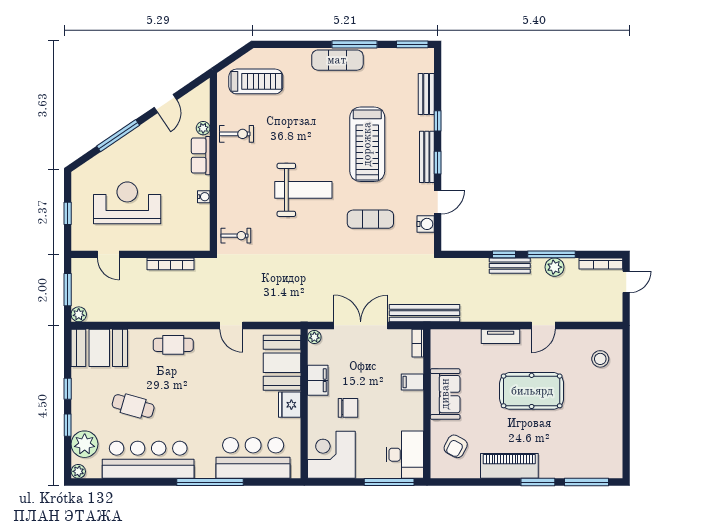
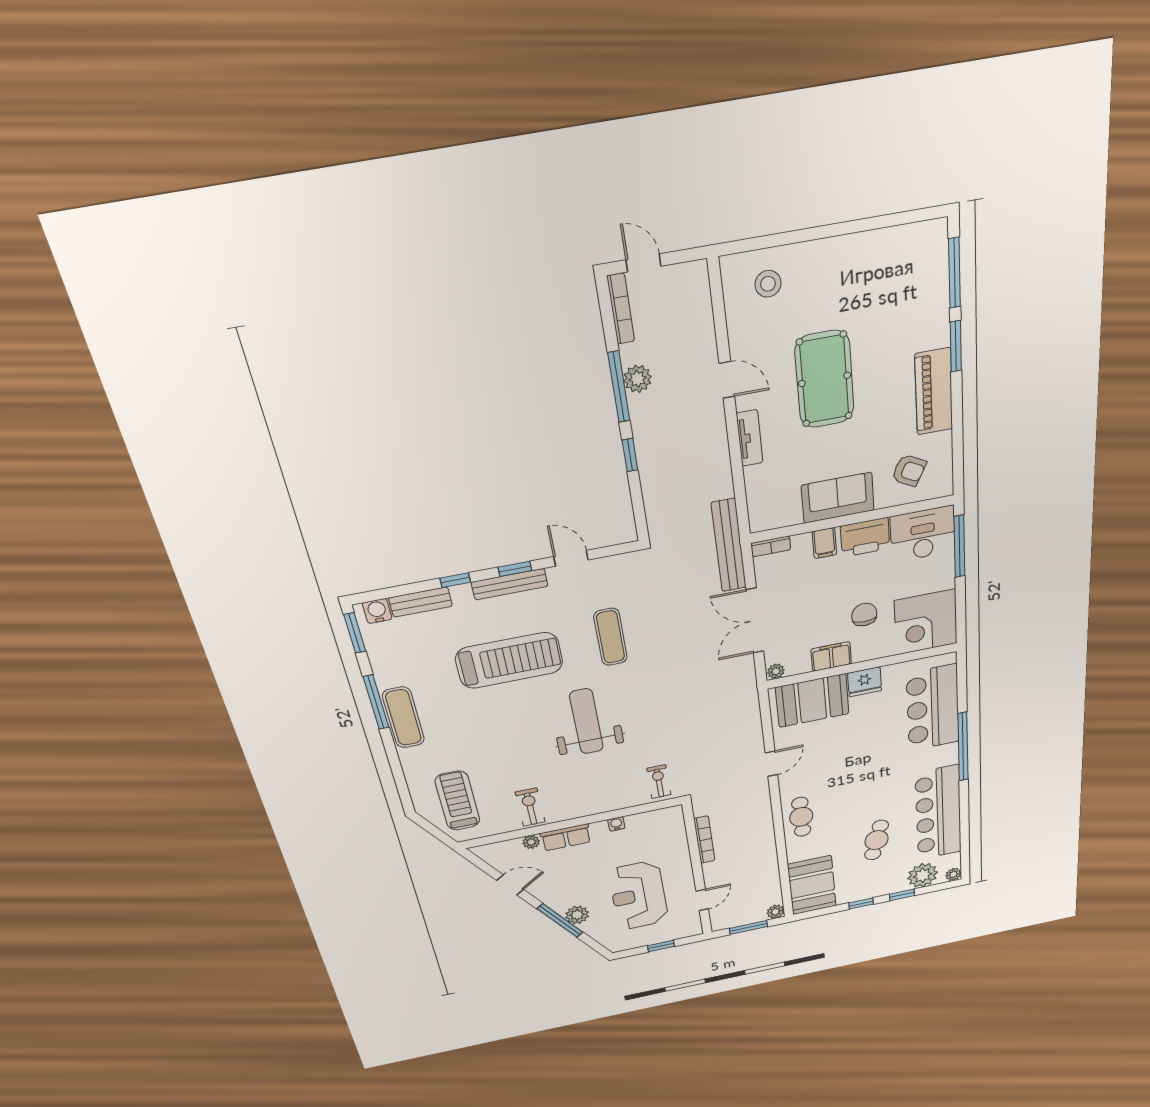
plant: (120, 150) -> (577, 915), added
water cooler: (426, 224) -> (377, 611), moved
bench: (510, 266) -> (645, 444), removed
printer: (411, 412) -> (865, 537), added

